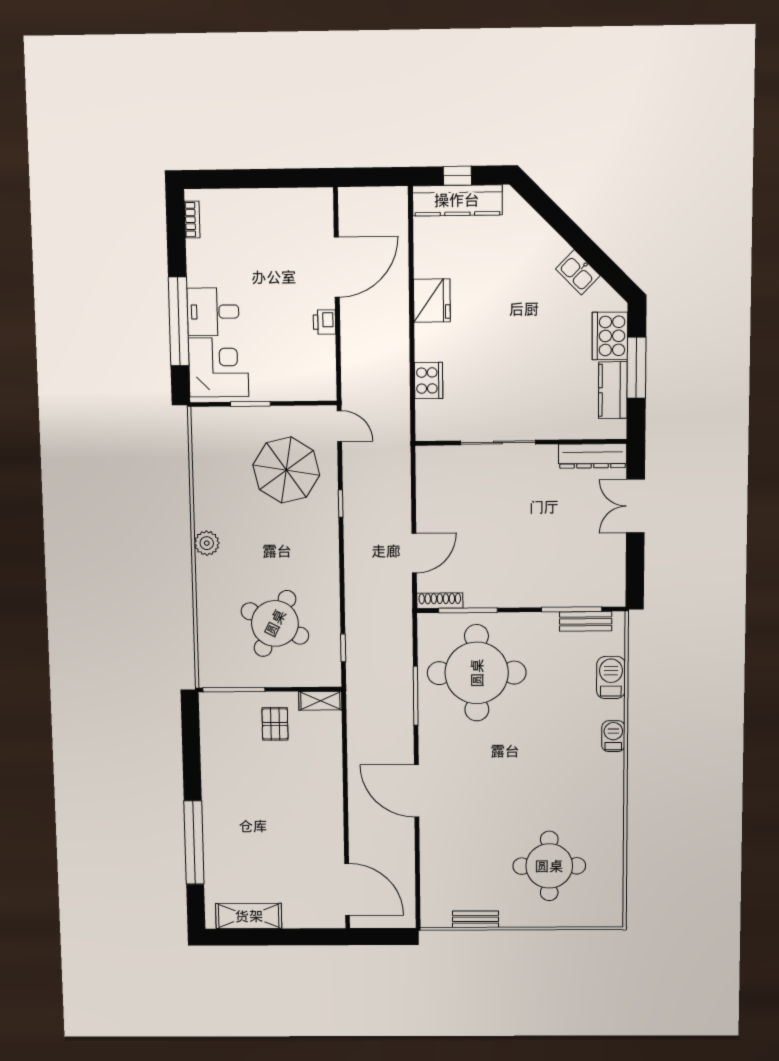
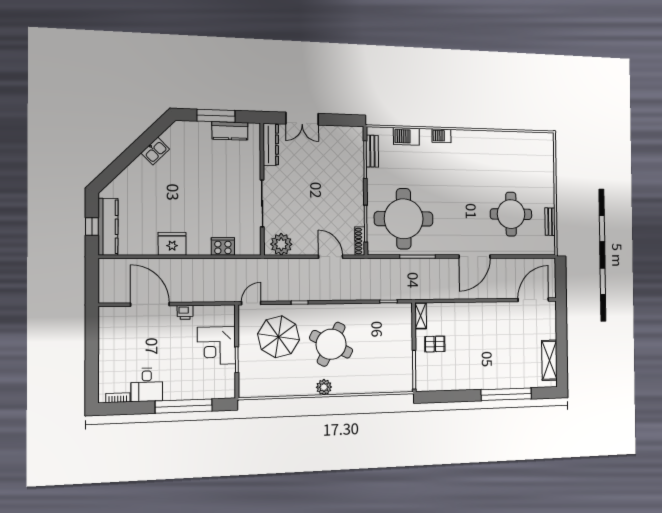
desk: (213, 312) -> (147, 385), moved
cooker: (610, 336) -> (196, 132), removed
corner desk: (219, 367) -> (216, 346), moved, turned -90
plant: (433, 474) -> (281, 244), added
round table: (275, 623) -> (331, 344), moved
round table: (549, 866) -> (511, 214), moved

